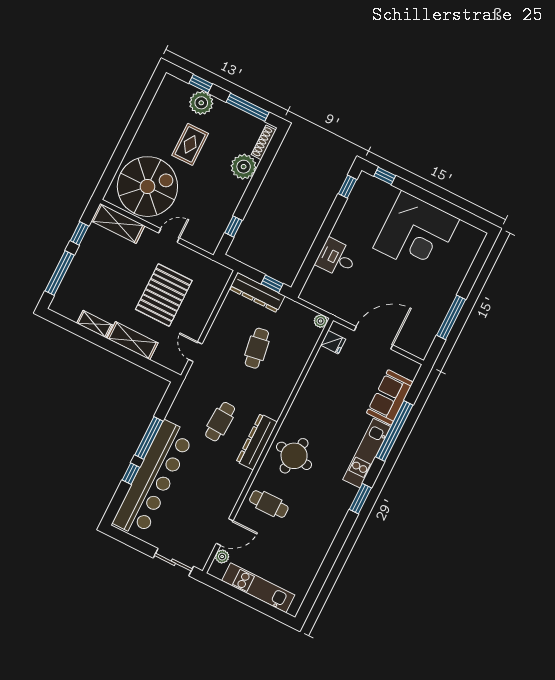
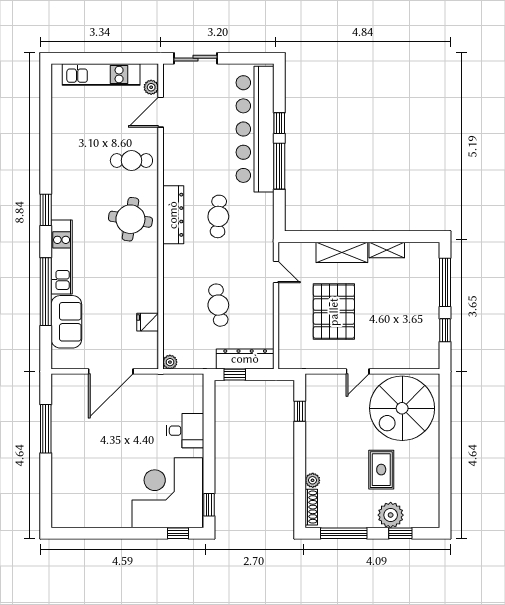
plant: (244, 167) -> (313, 480), width x0.53, depth x0.53
shelving: (118, 223) -> (413, 358), removed
corner desk: (416, 234) -> (167, 493), moved
fridge: (333, 342) -> (148, 322), moved

